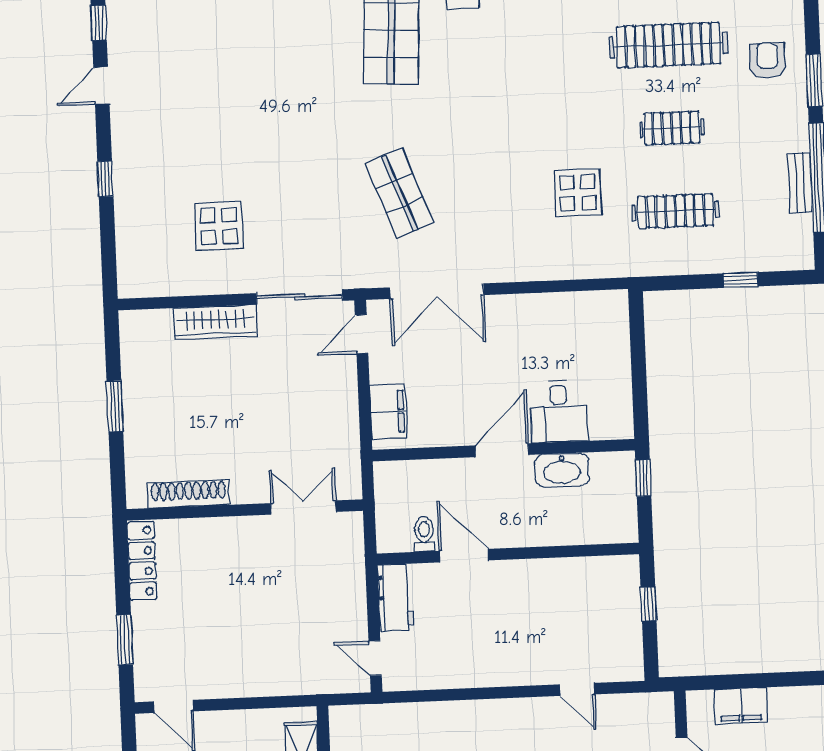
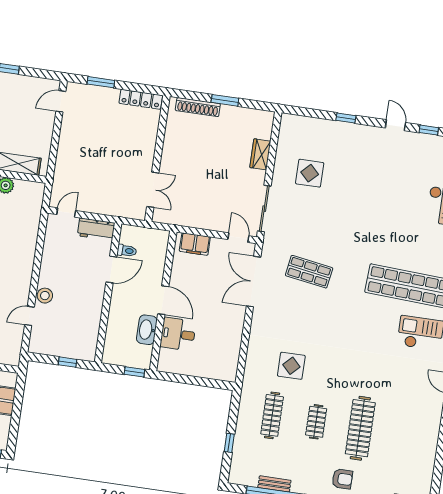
shop shelf: (399, 193) -> (309, 272), turned 30
wardrobe: (215, 322) -> (260, 154), width x0.67
shoe rack: (188, 494) -> (198, 107), moved, turned 90
stool: (535, 668) -> (45, 296), added

